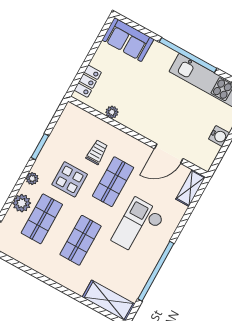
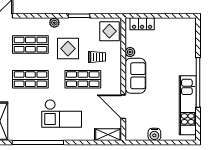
sofa: (128, 40) -> (135, 76), moved, turned 180
display table: (76, 122) -> (109, 31), added
plant: (22, 203) -> (34, 25), removed
checkout: (138, 227) -> (62, 113), turned 180

